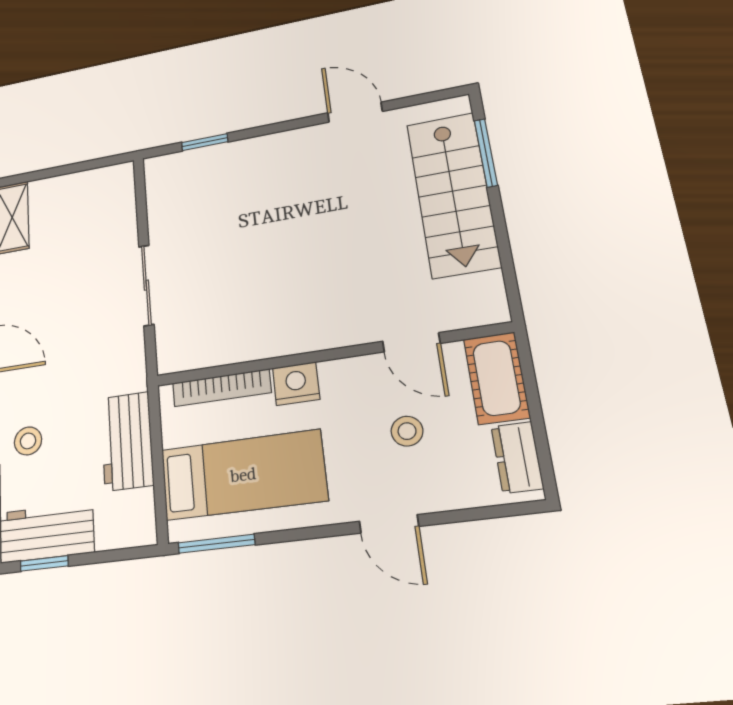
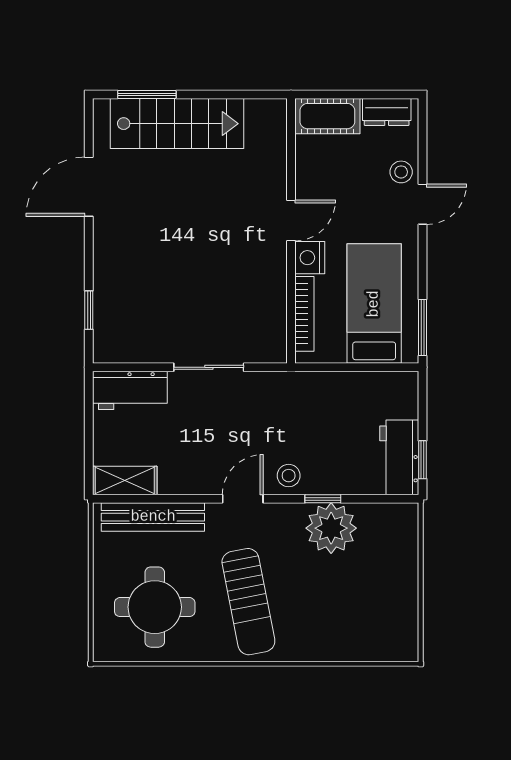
door: (355, 112) -> (89, 187), width x1.38
door: (411, 342) -> (291, 220), moved
stool: (407, 431) -> (401, 172), moved
stool: (28, 441) -> (289, 476), moved
workbench: (127, 441) -> (130, 390), moved

